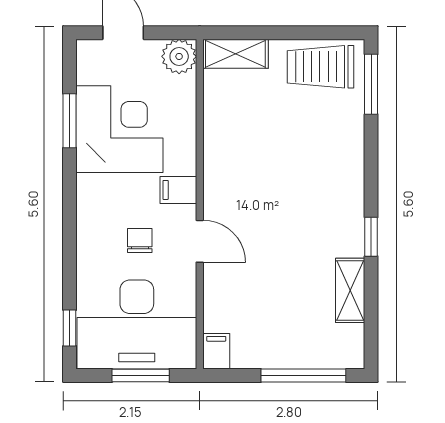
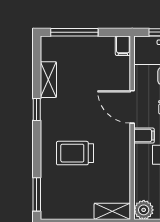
trolley: (320, 67) -> (75, 153), moved, turned 180
door: (200, 241) -> (132, 107), width x1.38

